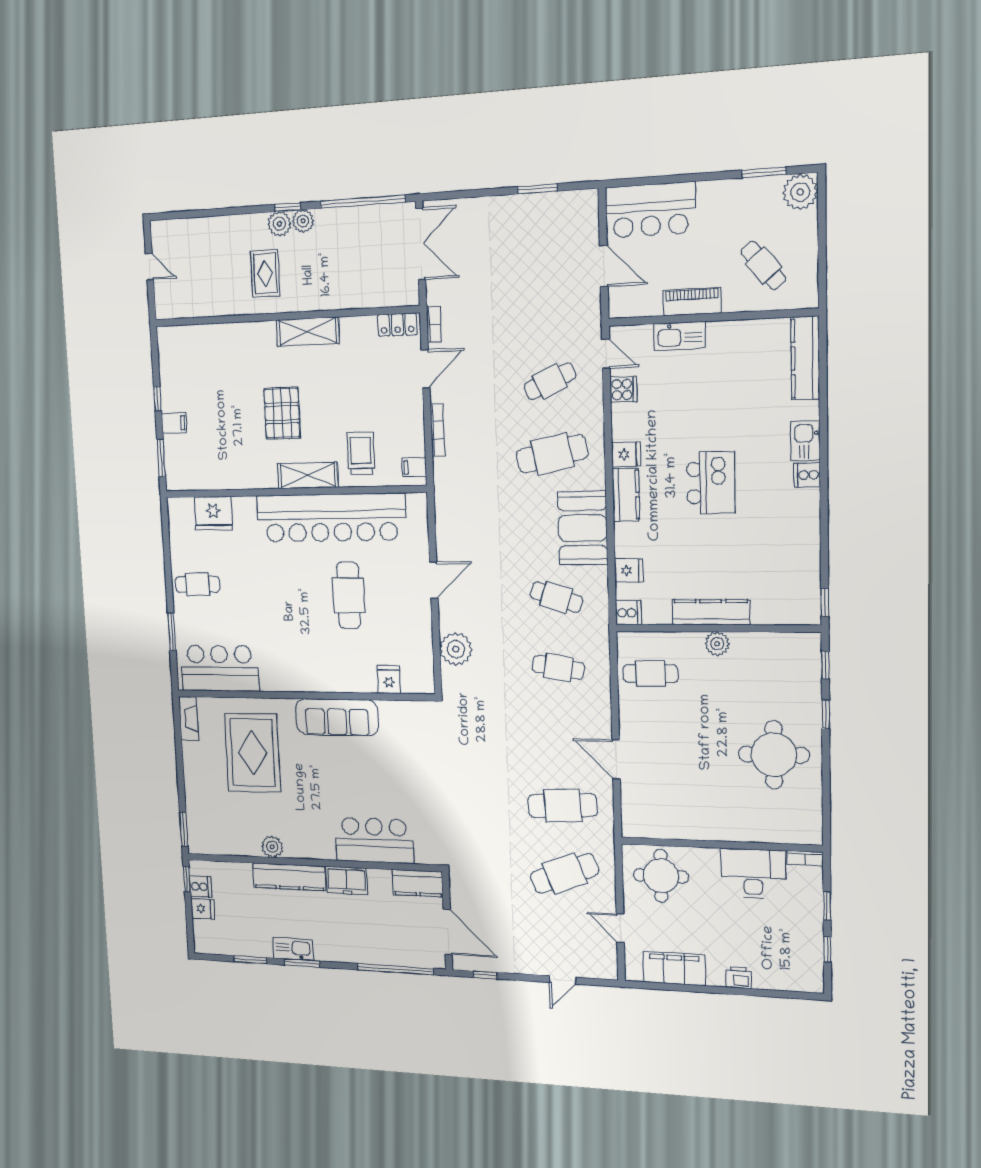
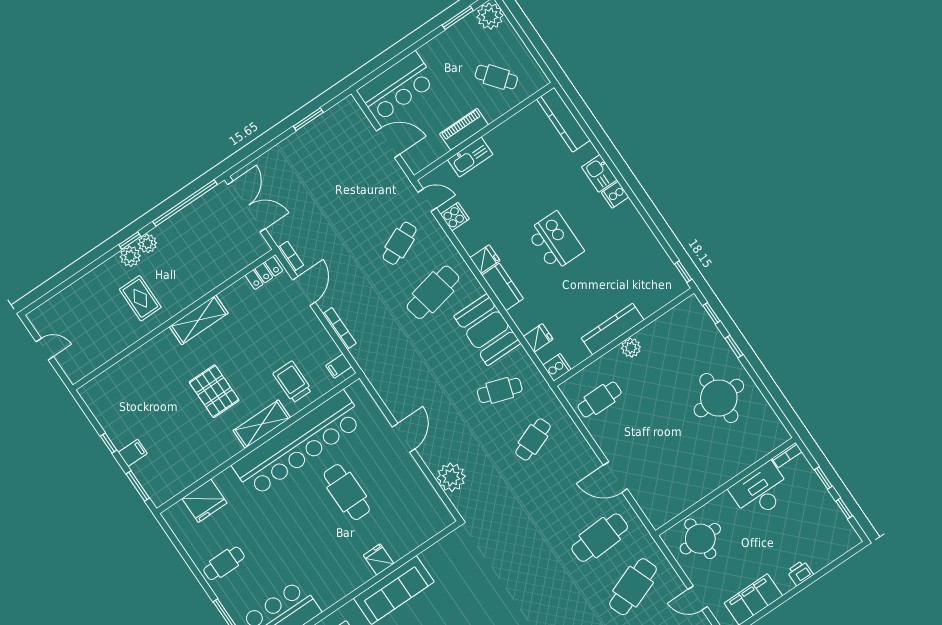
cafe table: (558, 667) -> (533, 439), turned -30
fridge: (389, 680) -> (378, 559), moved

